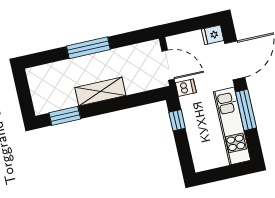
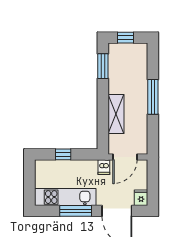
shelving: (100, 91) -> (116, 114), moved
window: (25, 97) -> (125, 38), added
window: (177, 120) -> (63, 154), moved

